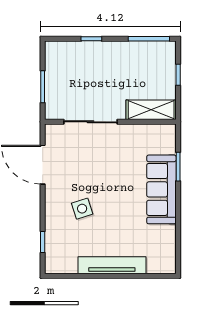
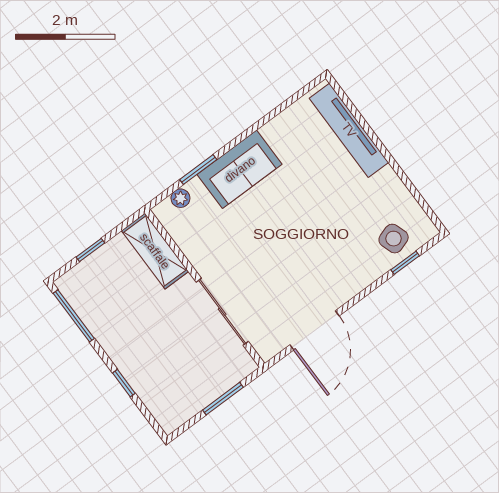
plant: (170, 145) -> (180, 198), added
sofa: (161, 189) -> (240, 169), width x0.73
side table: (82, 209) -> (394, 239), moved
tv unit: (112, 265) -> (349, 130), moved

